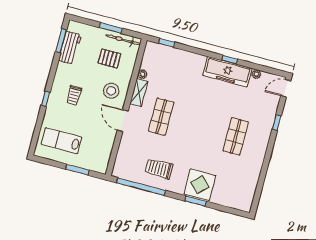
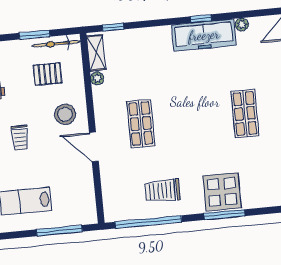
shelving: (139, 93) -> (96, 53), moved
window: (77, 170) -> (59, 231), width x1.44
window: (196, 201) -> (224, 215), width x1.44

